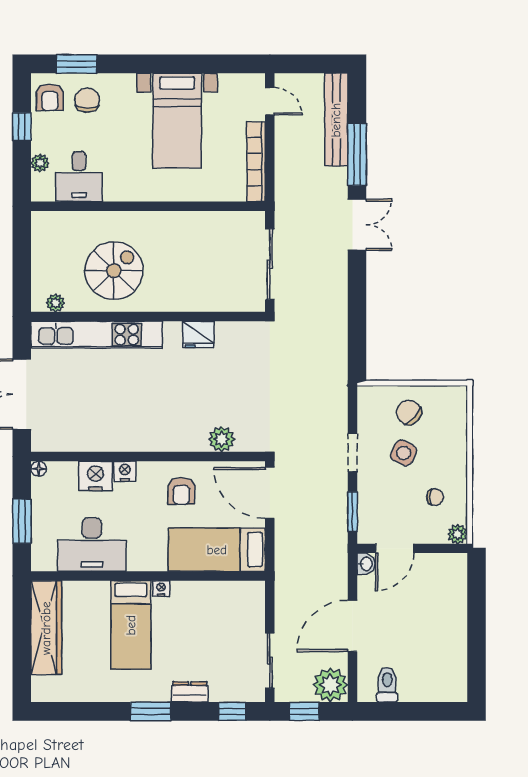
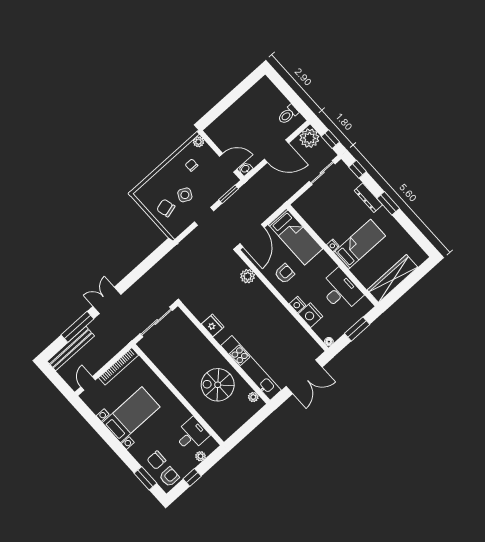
chair: (409, 412) -> (166, 208), turned 122
dresser: (190, 692) -> (368, 198), width x1.44

